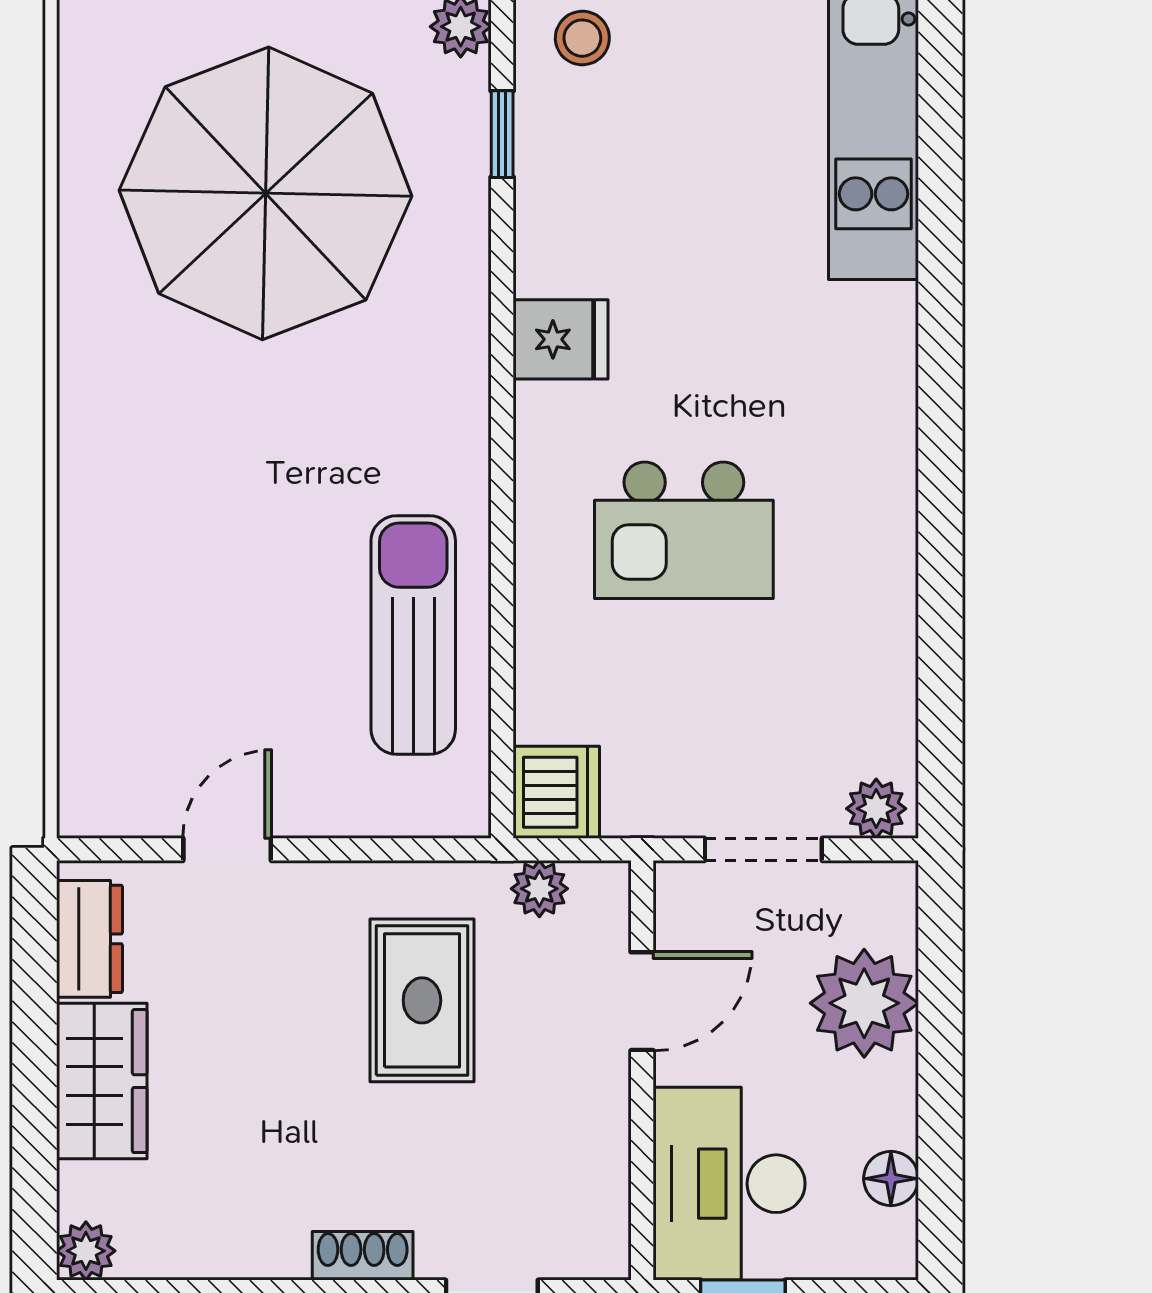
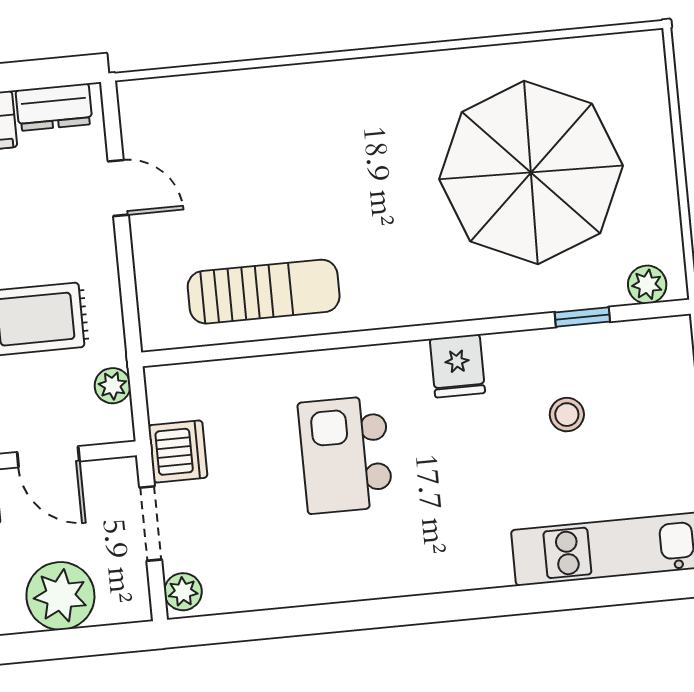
stool: (582, 38) -> (567, 415), moved
dishwasher: (556, 792) -> (178, 451), moved, turned -90

